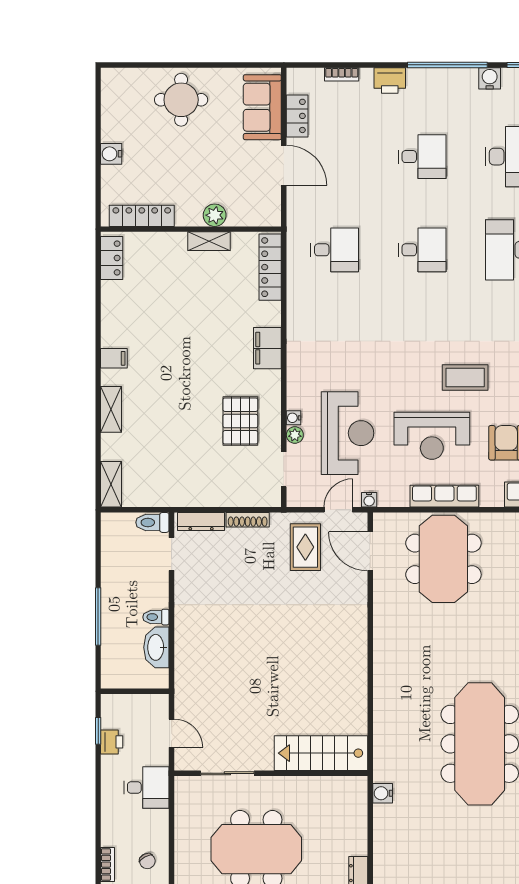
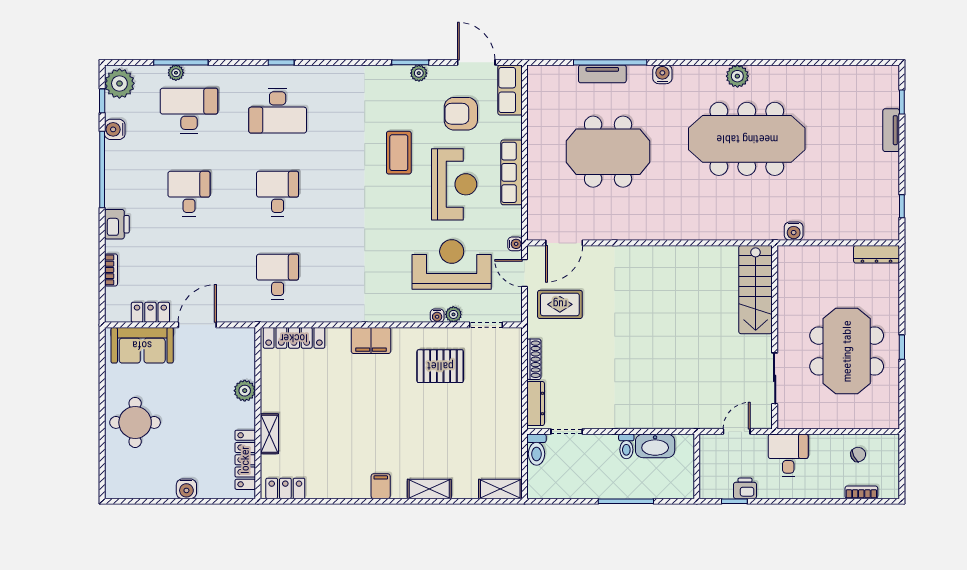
shelving: (209, 241) -> (269, 434), moved
meeting table: (443, 559) -> (608, 152), moved

